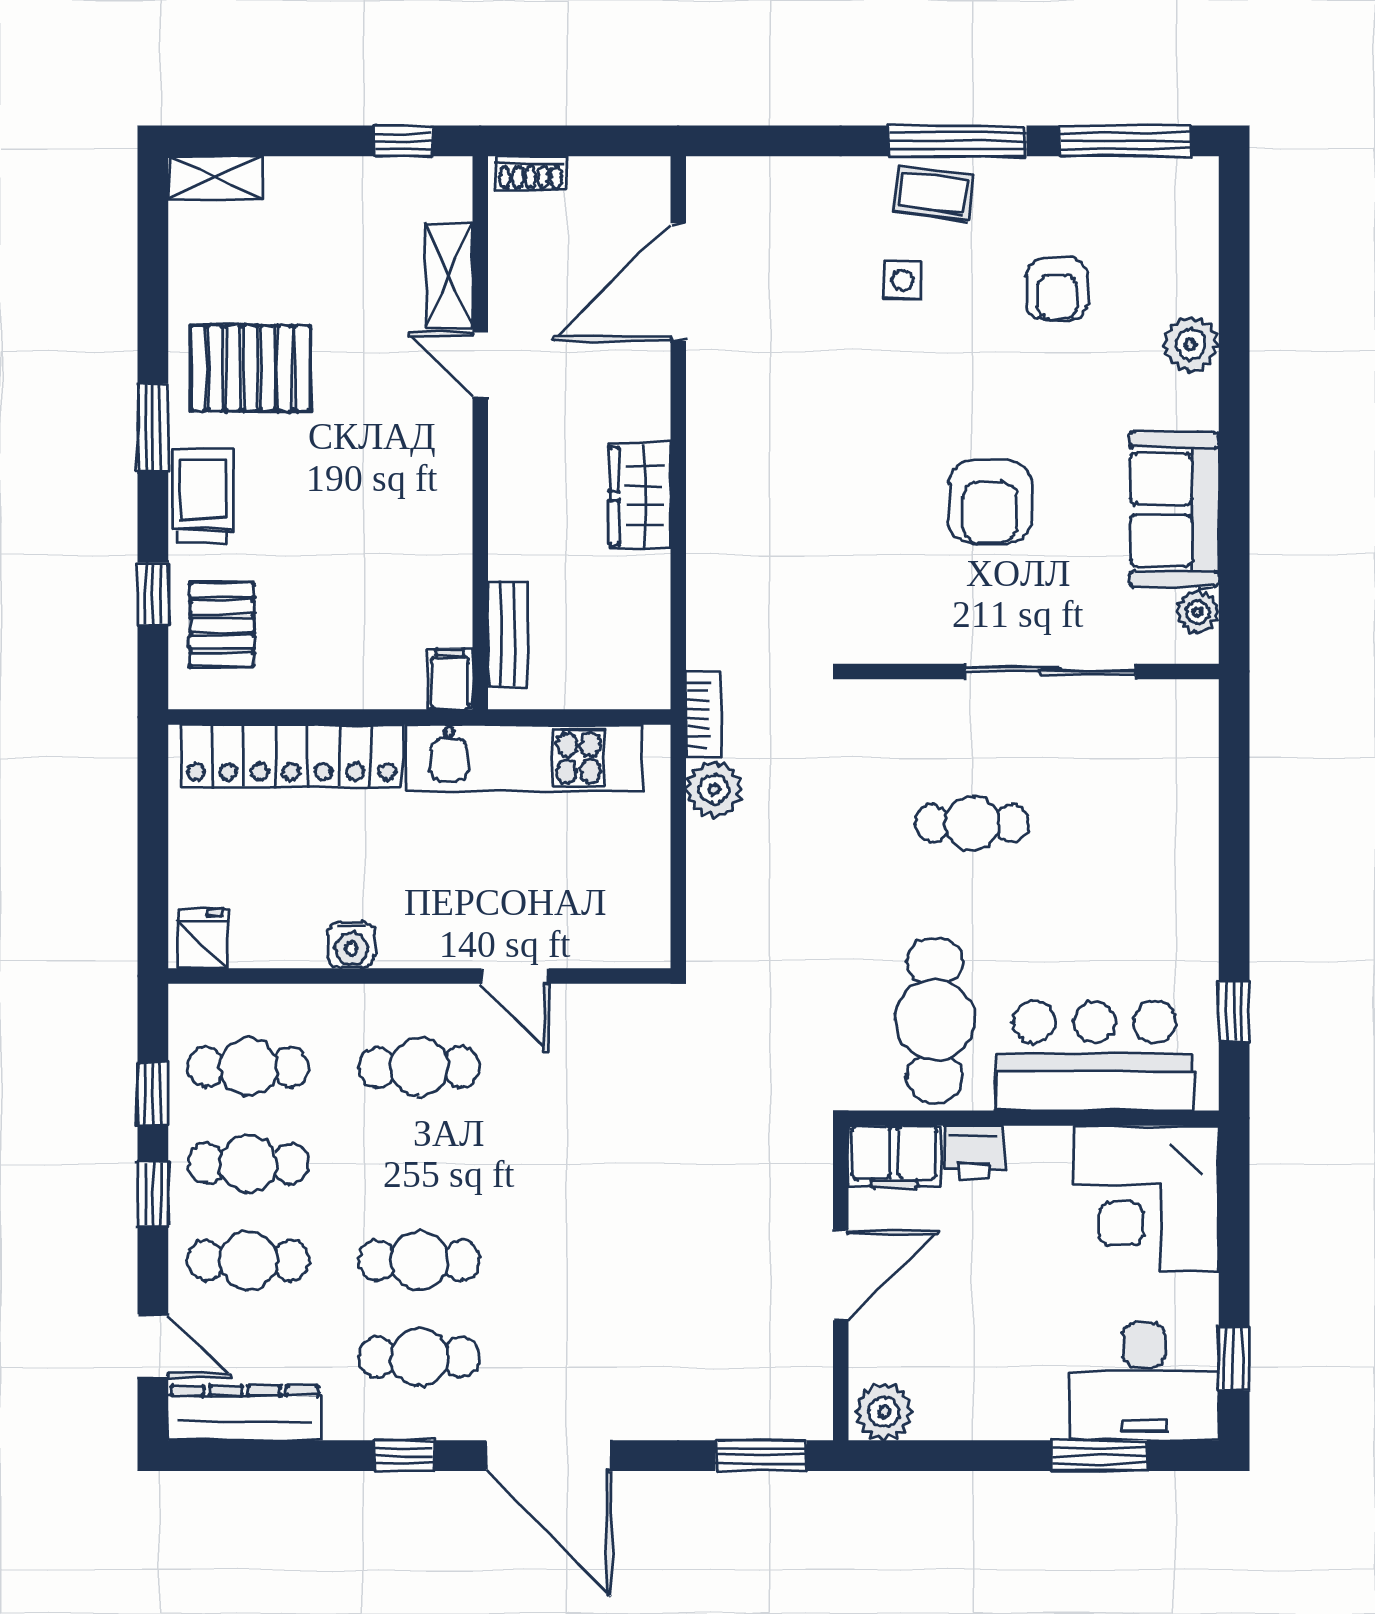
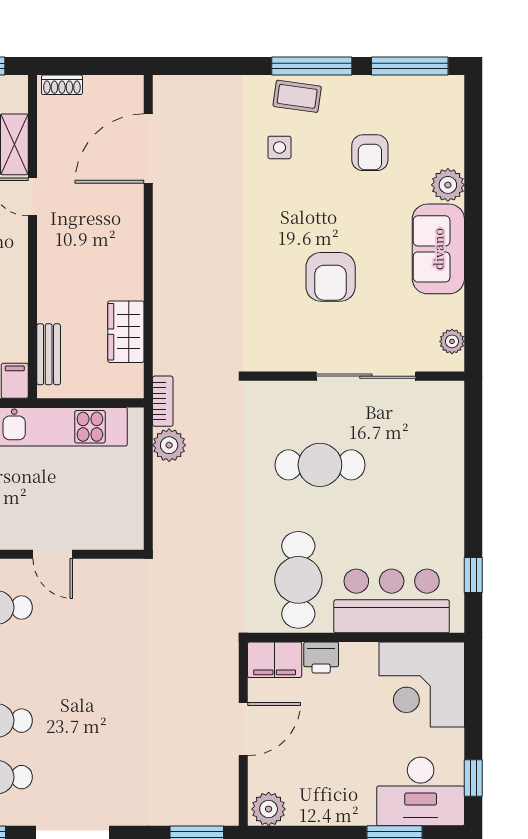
wardrobe: (640, 496) -> (126, 332), moved
sofa: (1174, 510) -> (438, 249), moved
cafe table: (972, 823) -> (320, 465), width x1.37, depth x1.35

